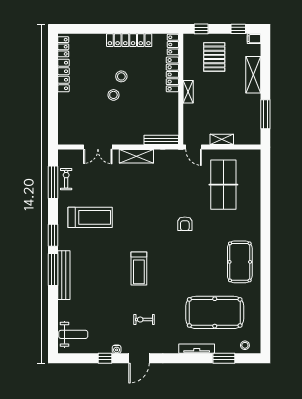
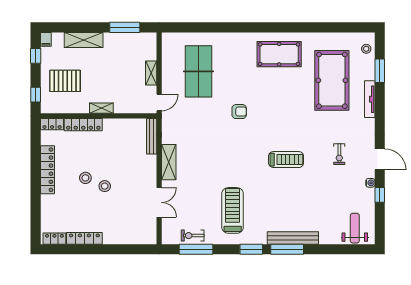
table tennis table: (223, 185) -> (198, 71), turned 90

